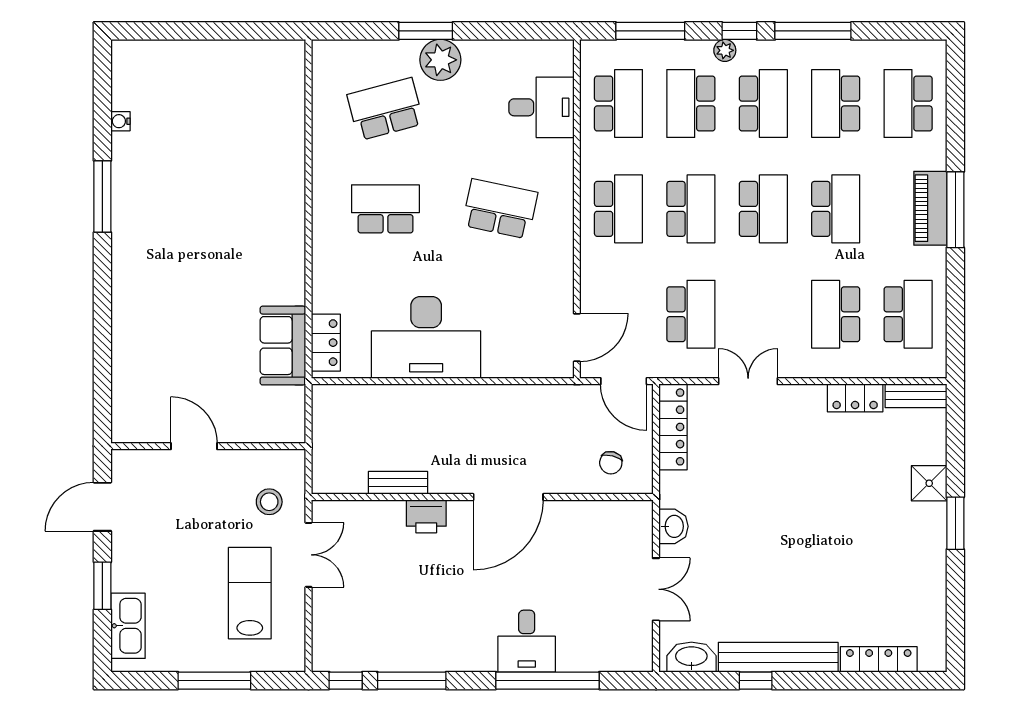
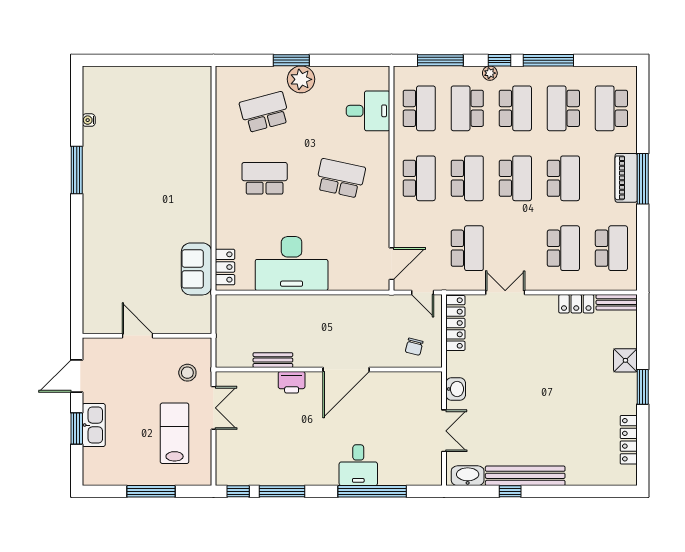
school desk: (836, 314) -> (563, 248), turned 180
door: (624, 381) -> (423, 293), width x0.73
kitchen sink: (128, 626) -> (94, 425), moved
locker: (879, 659) -> (629, 440), moved, turned -90

